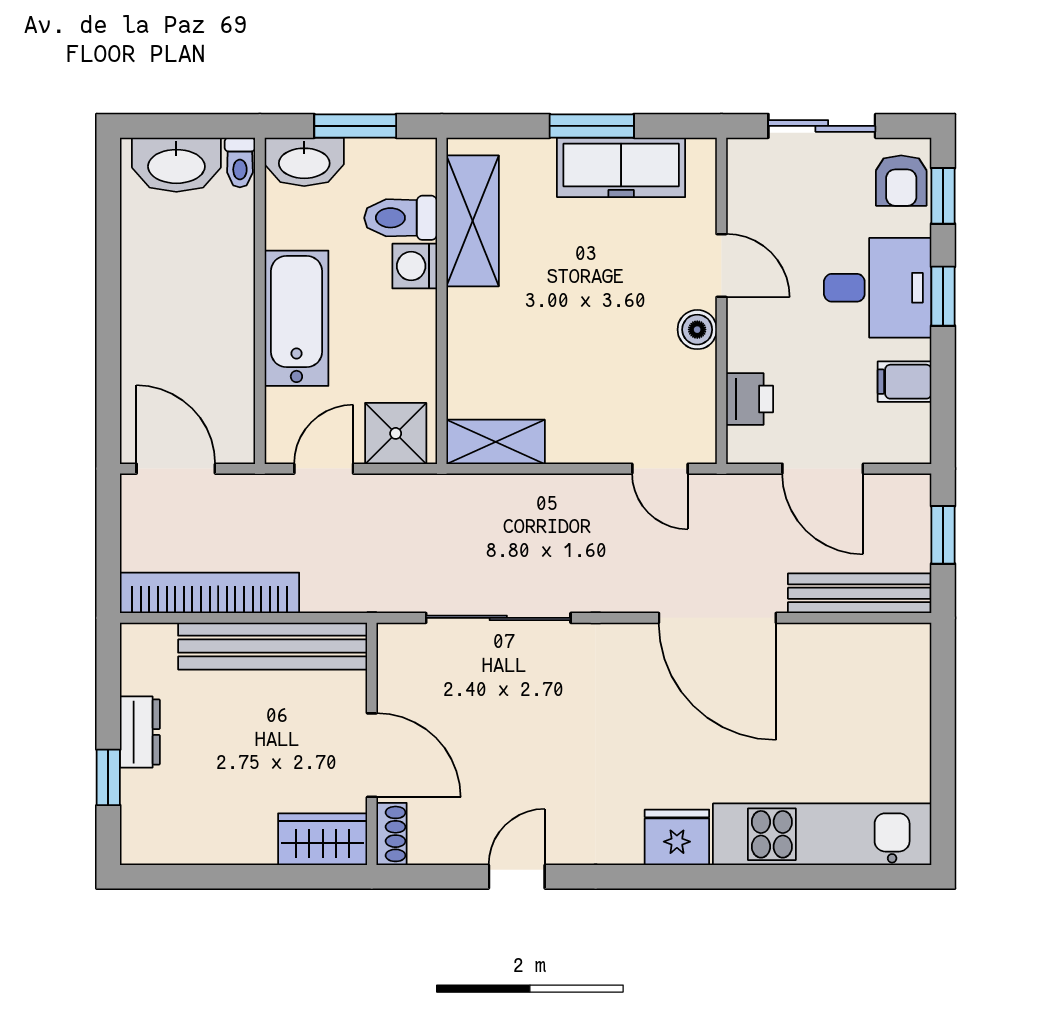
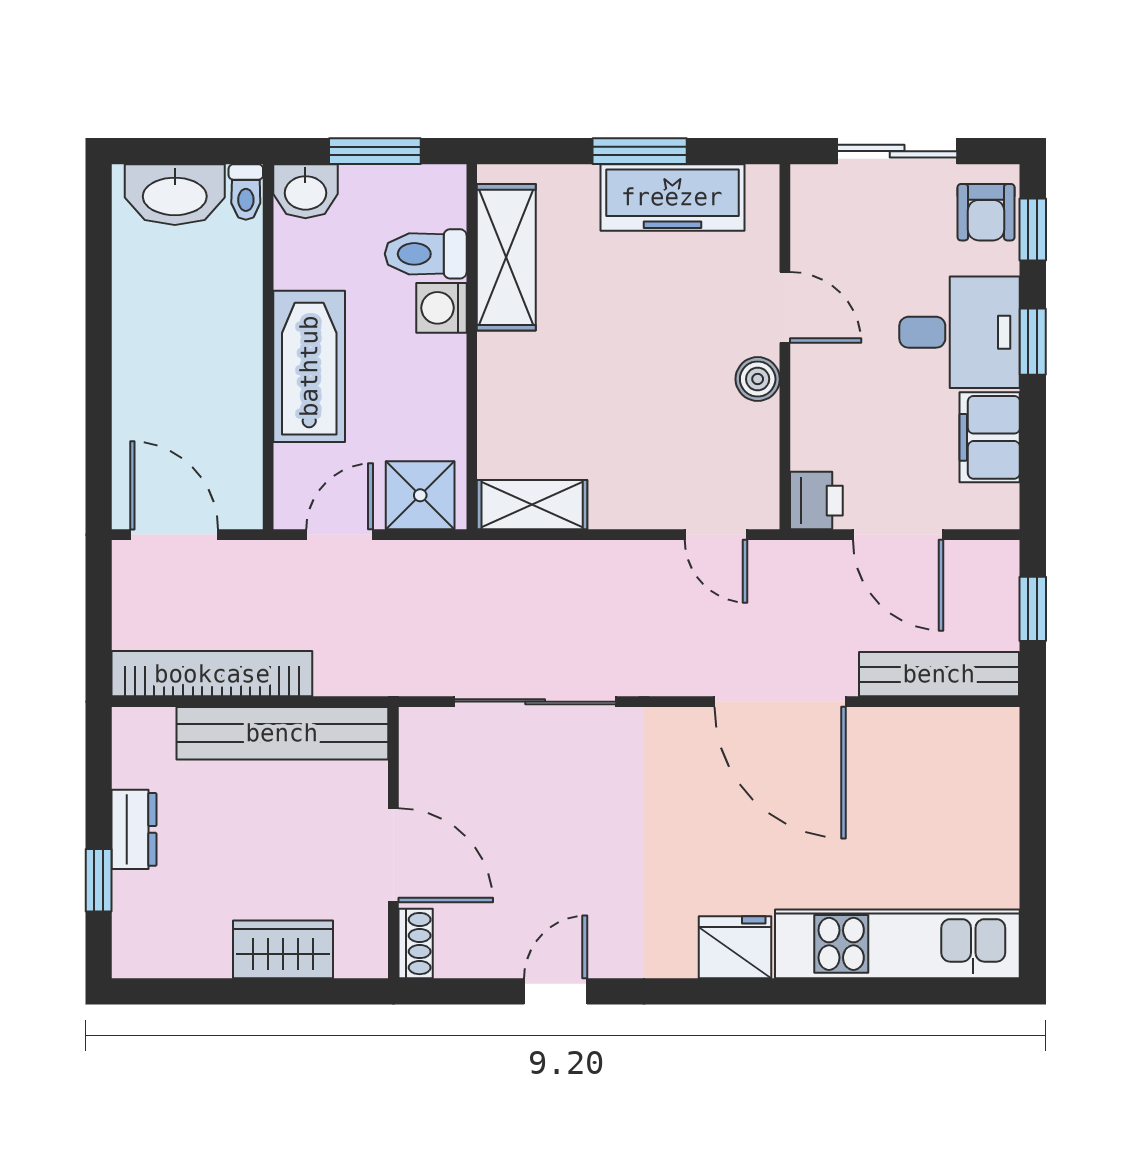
washbasin: (304, 162) -> (305, 191), width x0.72
filing cabinet: (904, 382) -> (990, 437), width x2.00
printer: (750, 399) -> (816, 501), moved
wardrobe: (323, 839) -> (283, 949), moved

